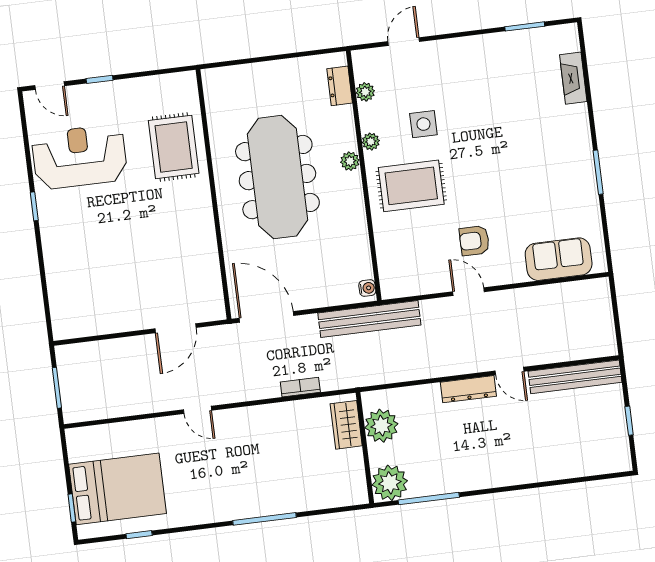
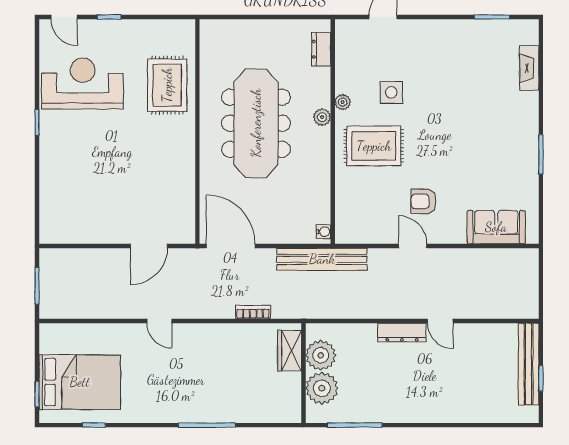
plant: (365, 92) -> (343, 57), removed
bench: (575, 377) -> (529, 364), moved, turned 90
plant: (390, 483) -> (322, 388), moved

